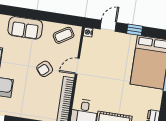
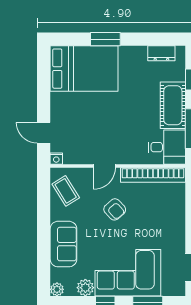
window: (135, 30) -> (44, 96), removed
door: (77, 66) -> (104, 166), hinge flipped

